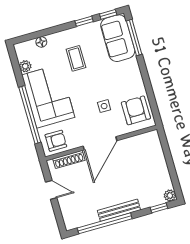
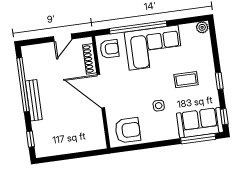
window: (84, 21) -> (219, 81), moved
floor lamp: (41, 42) -> (207, 48), removed
plant: (25, 66) -> (202, 27), moved
side table: (104, 106) -> (159, 106), moved
armchair: (56, 141) -> (109, 49), turned -90
plant: (170, 195) -> (41, 151), removed

